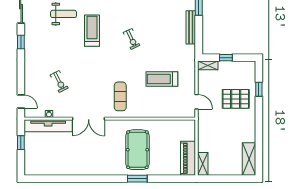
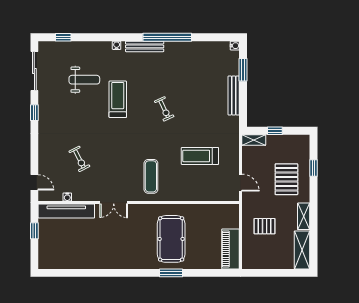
pallet: (236, 99) -> (286, 179), turned 90
double door: (89, 119) -> (114, 202), width x0.73
pallet: (217, 139) -> (265, 226), added
shelving: (203, 164) -> (304, 216), moved

